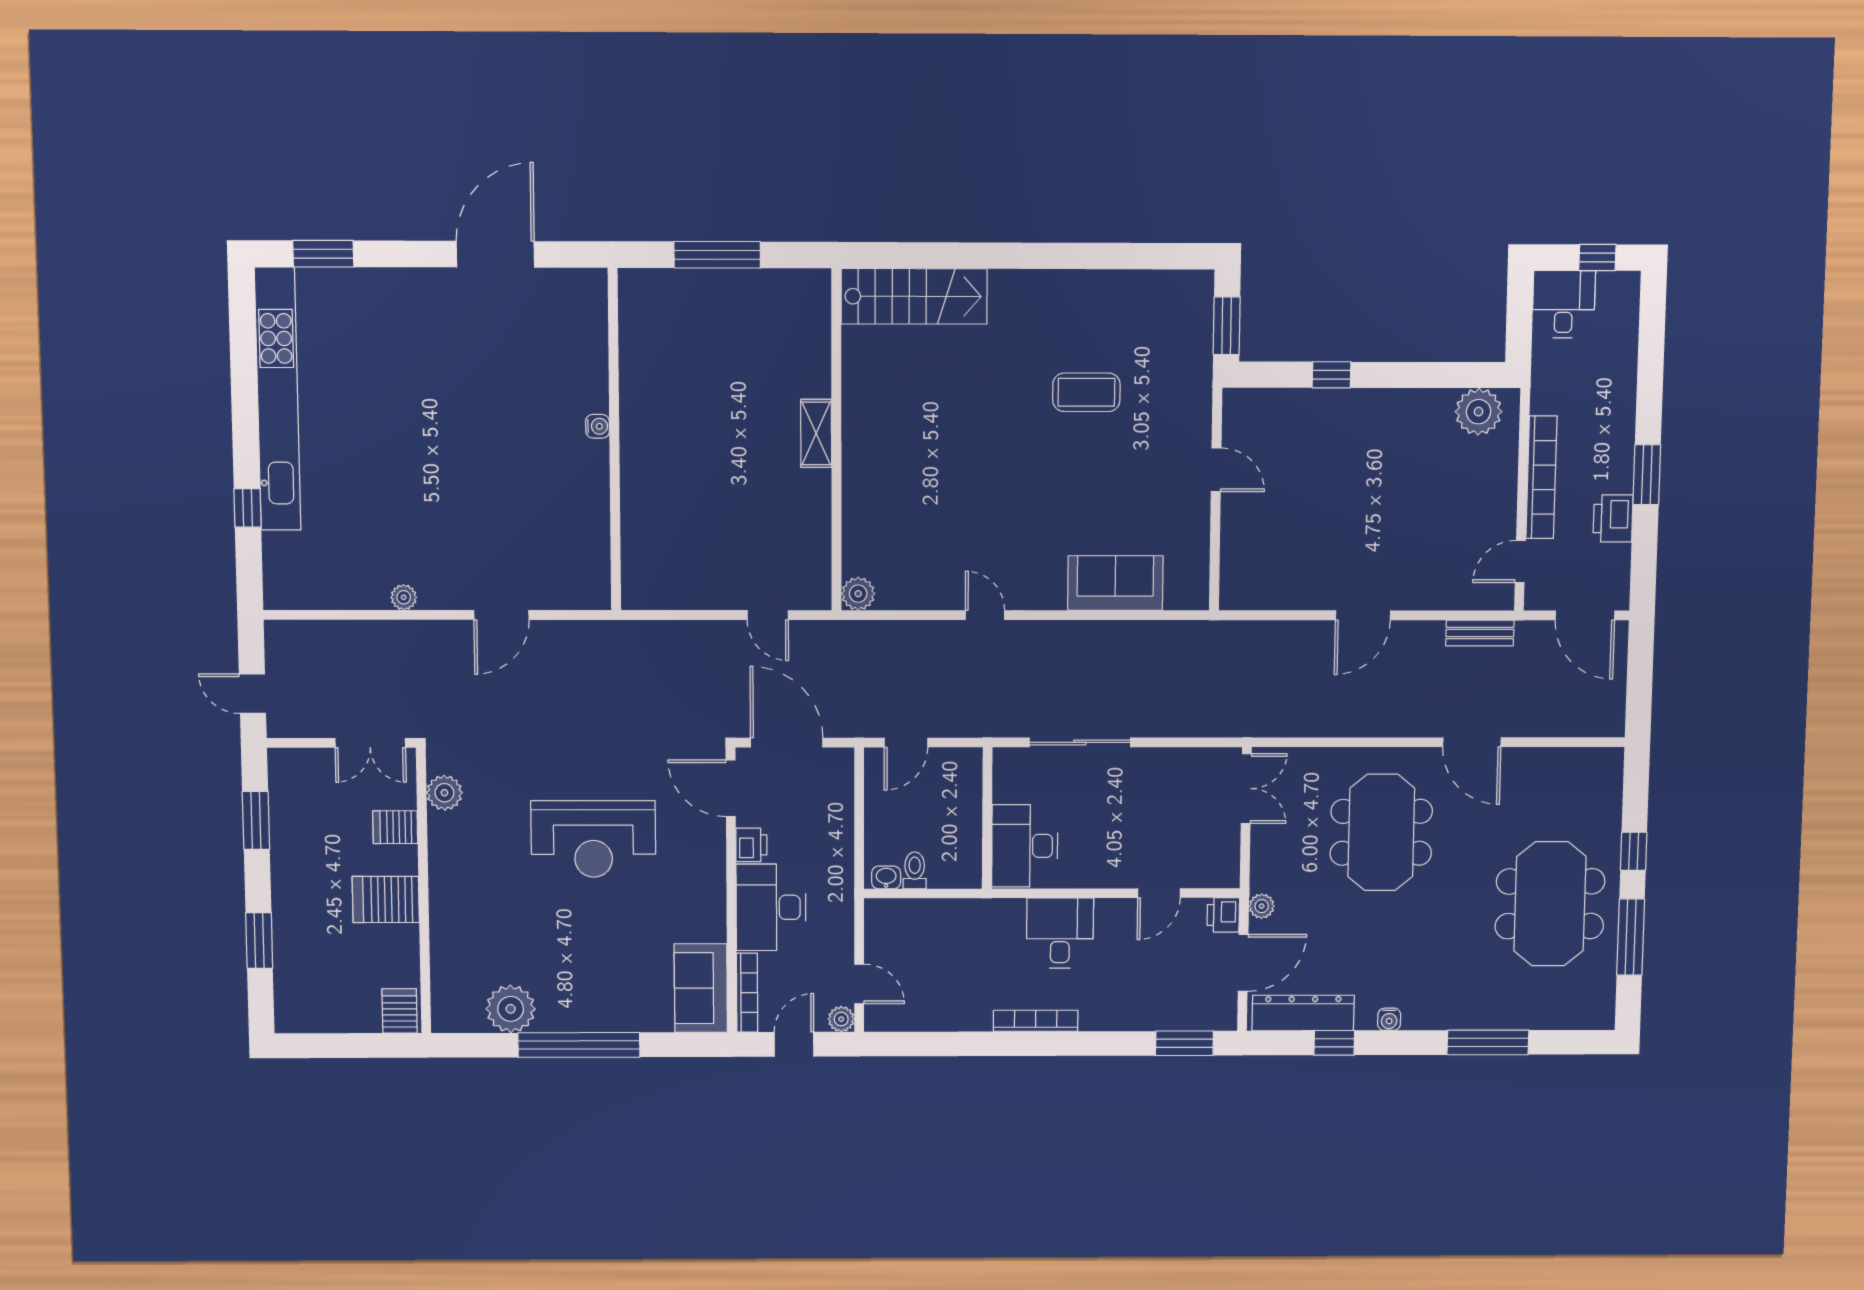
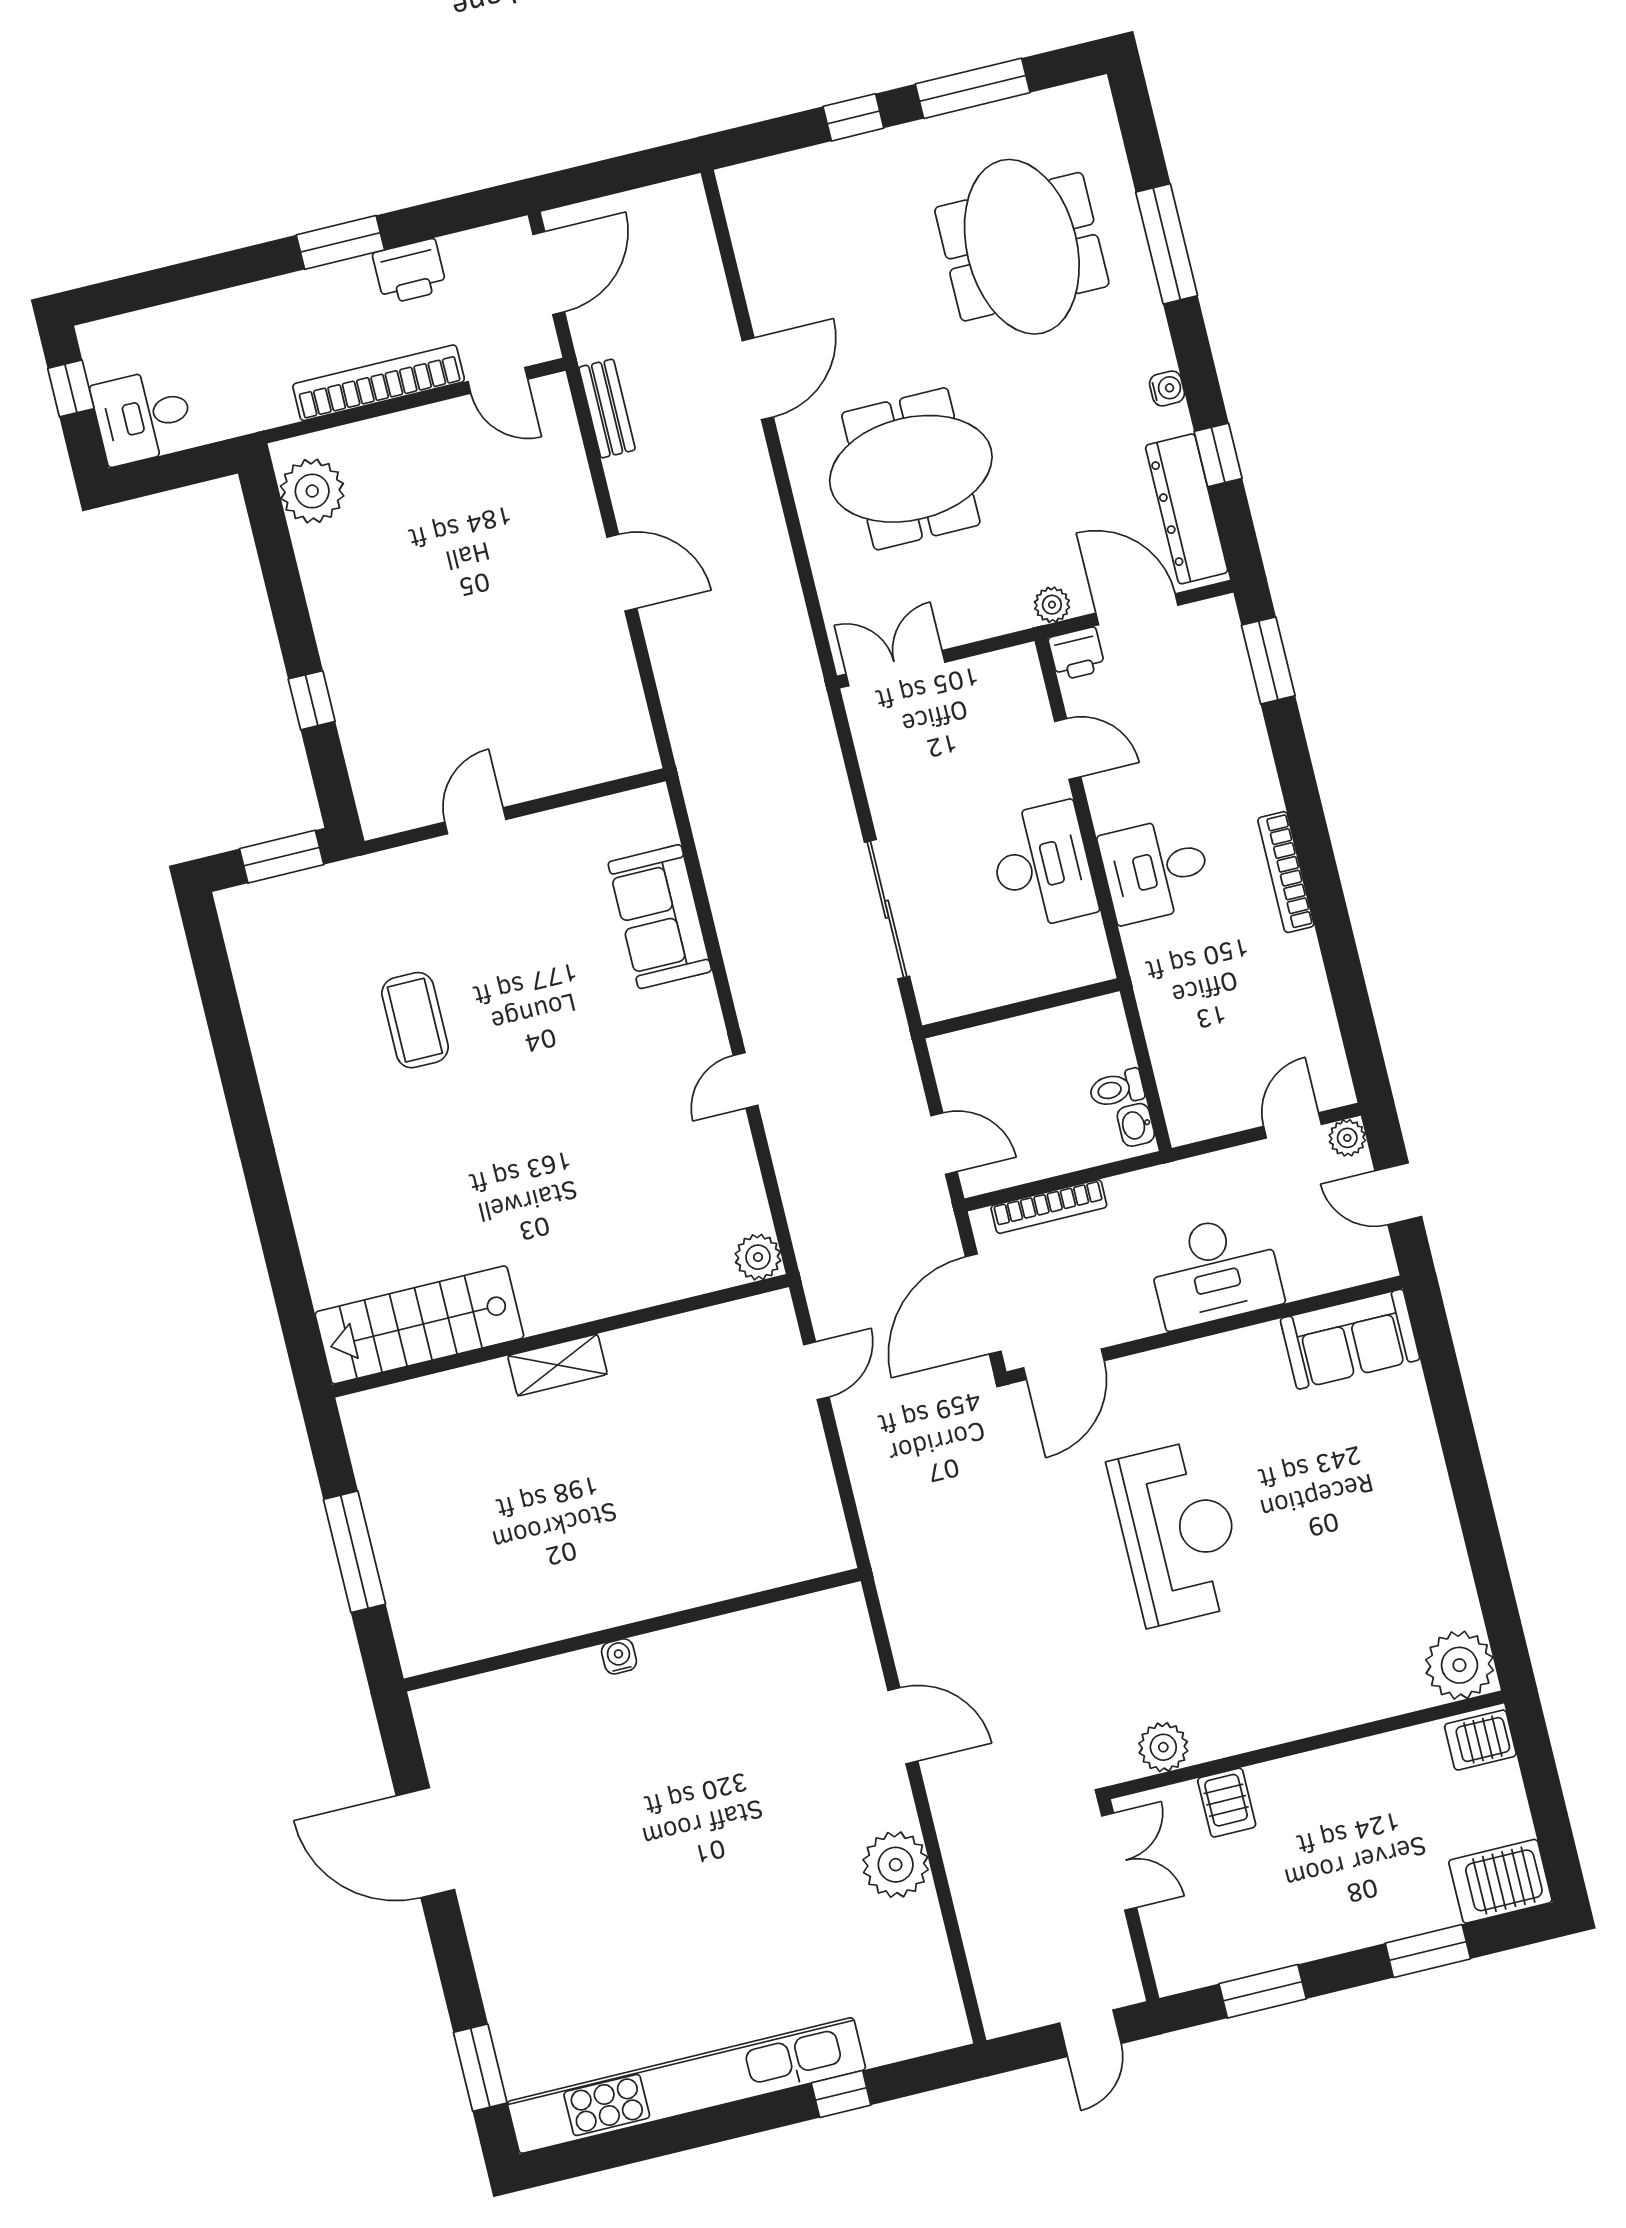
stairs: (914, 296) -> (419, 1325), moved, turned -90
plant: (404, 597) -> (896, 1865), width x1.88, depth x1.88
printer: (751, 845) -> (1135, 1318), removed
desk: (1025, 846) -> (1042, 866), moved, turned -90
server rack: (386, 899) -> (1500, 1881), moved, turned 90
meeting table: (1550, 904) -> (1022, 247), moved, turned 90
bookcase: (747, 993) -> (1049, 1207), moved, turned 180
plant: (511, 1009) -> (1459, 1665), moved
window: (579, 1045) -> (1470, 1486), removed

